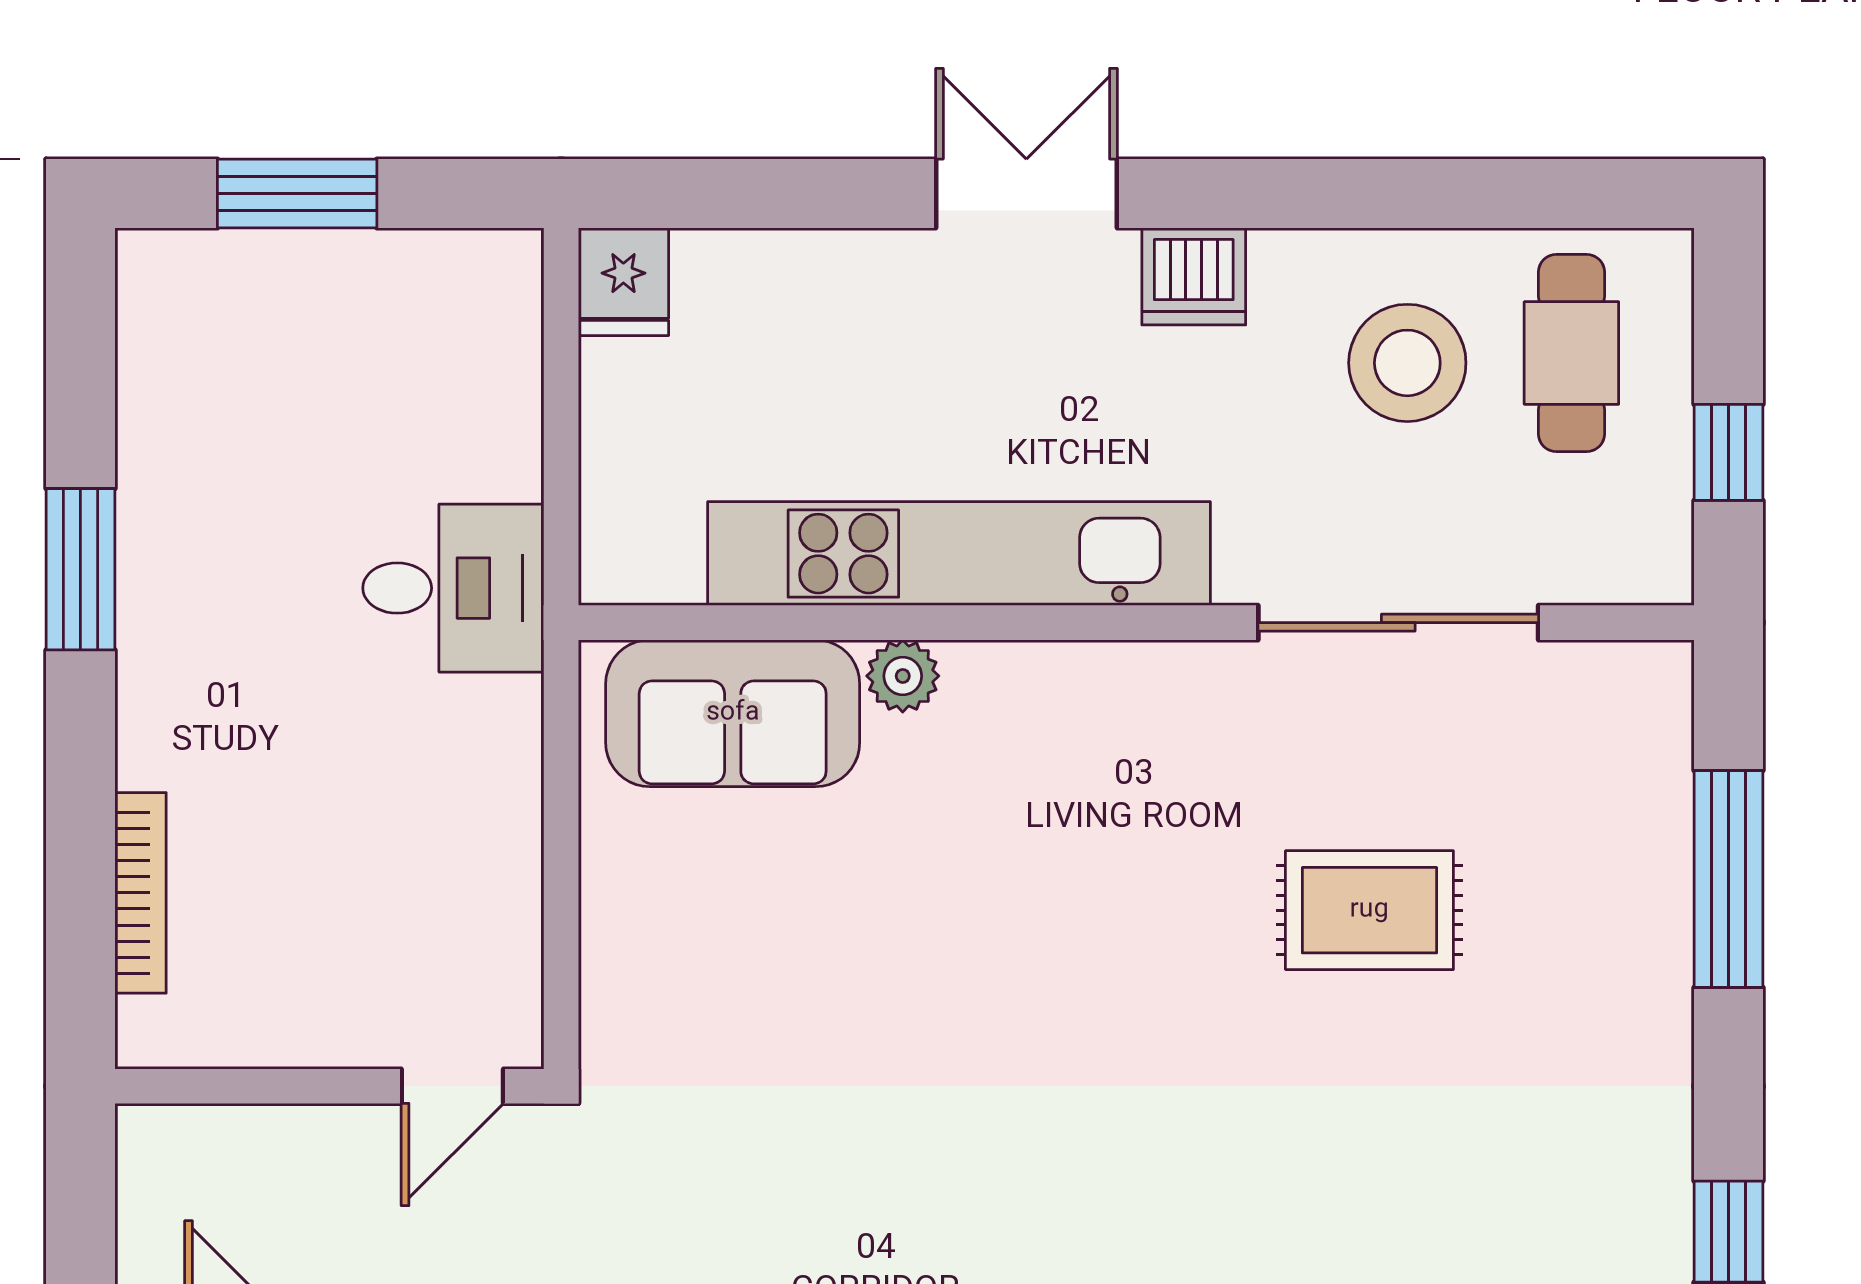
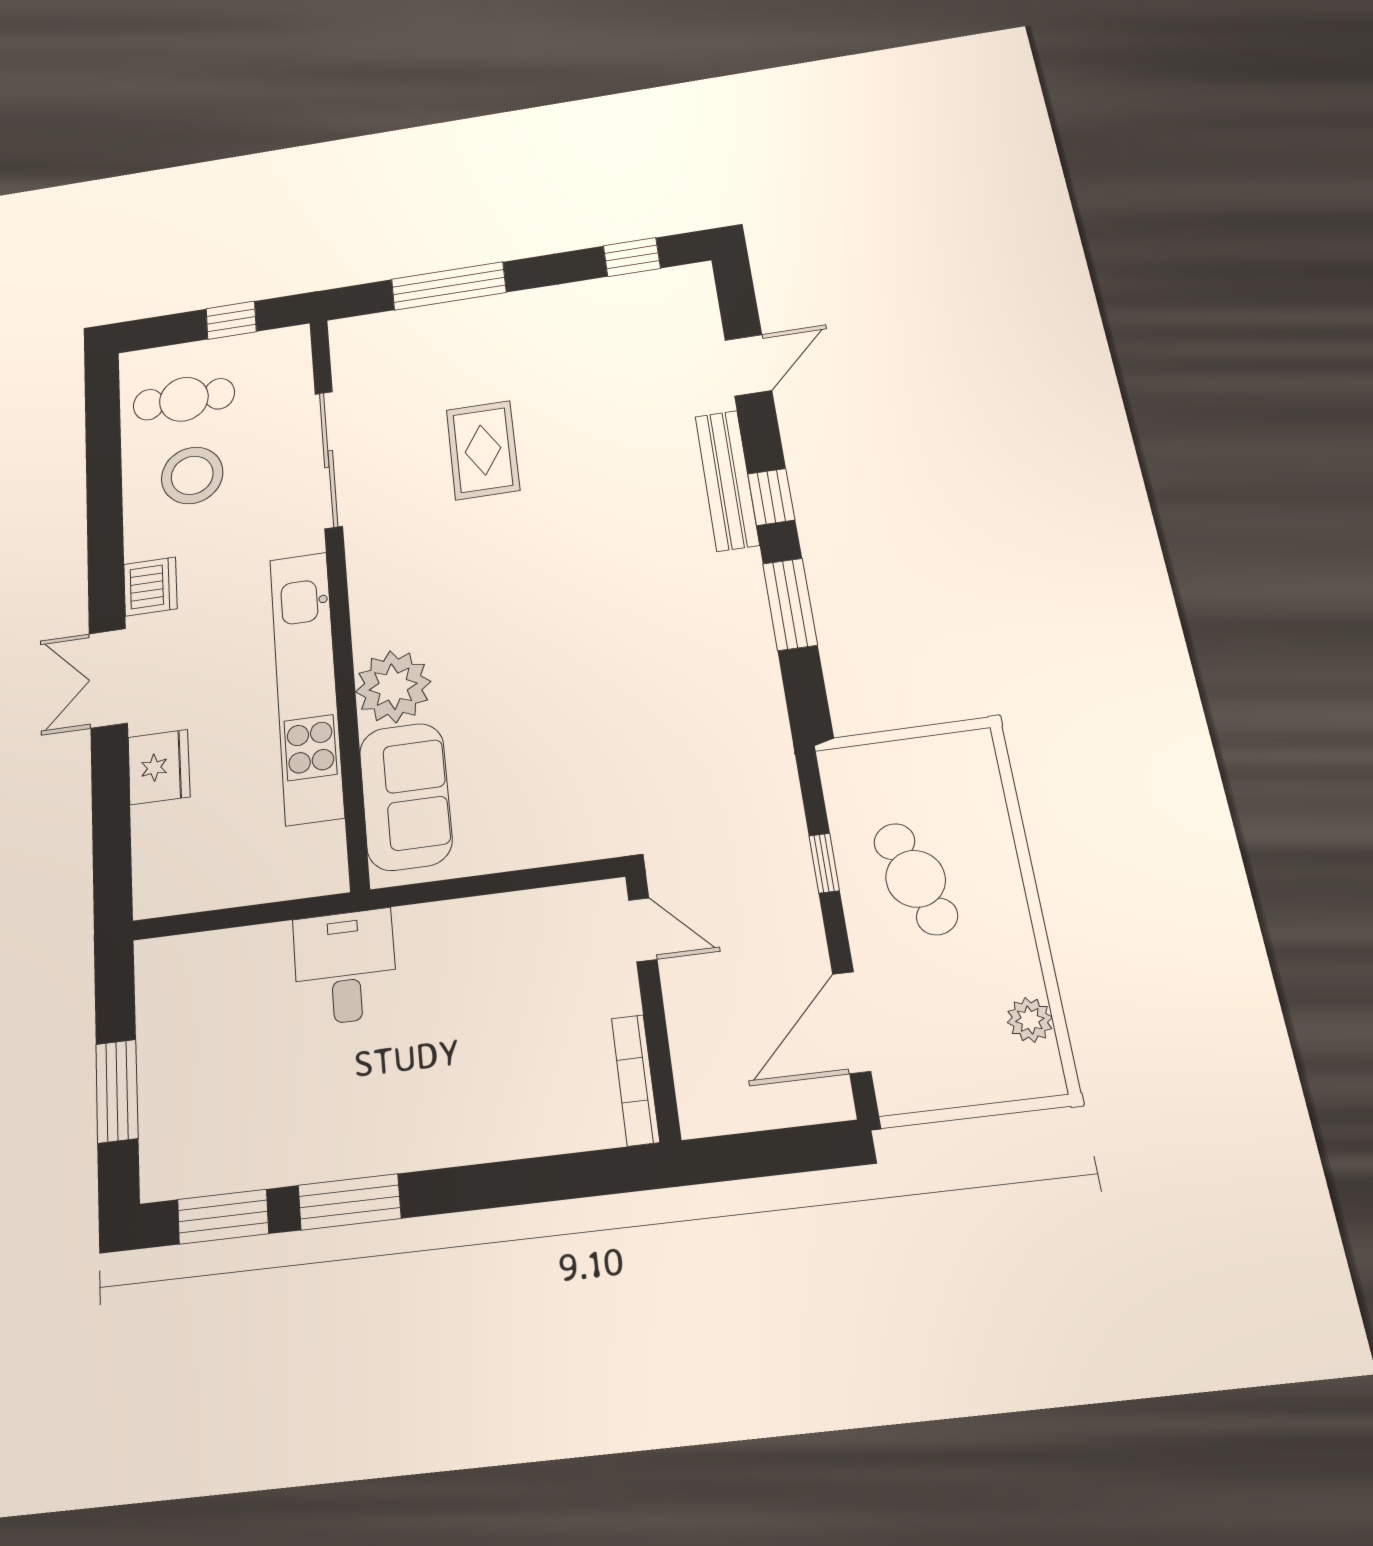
fridge: (623, 282) -> (159, 767), moved, width x1.38
window: (80, 363) -> (223, 1217), added
plant: (903, 676) -> (393, 687), width x1.88, depth x1.88
bookcase: (140, 893) -> (635, 1080), moved, turned -90

